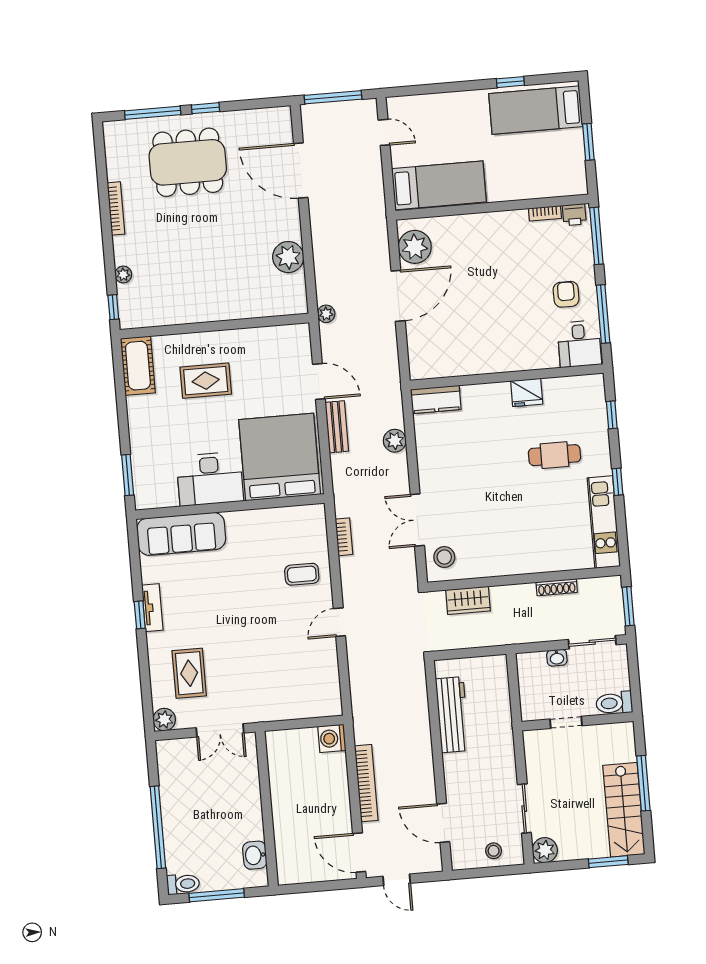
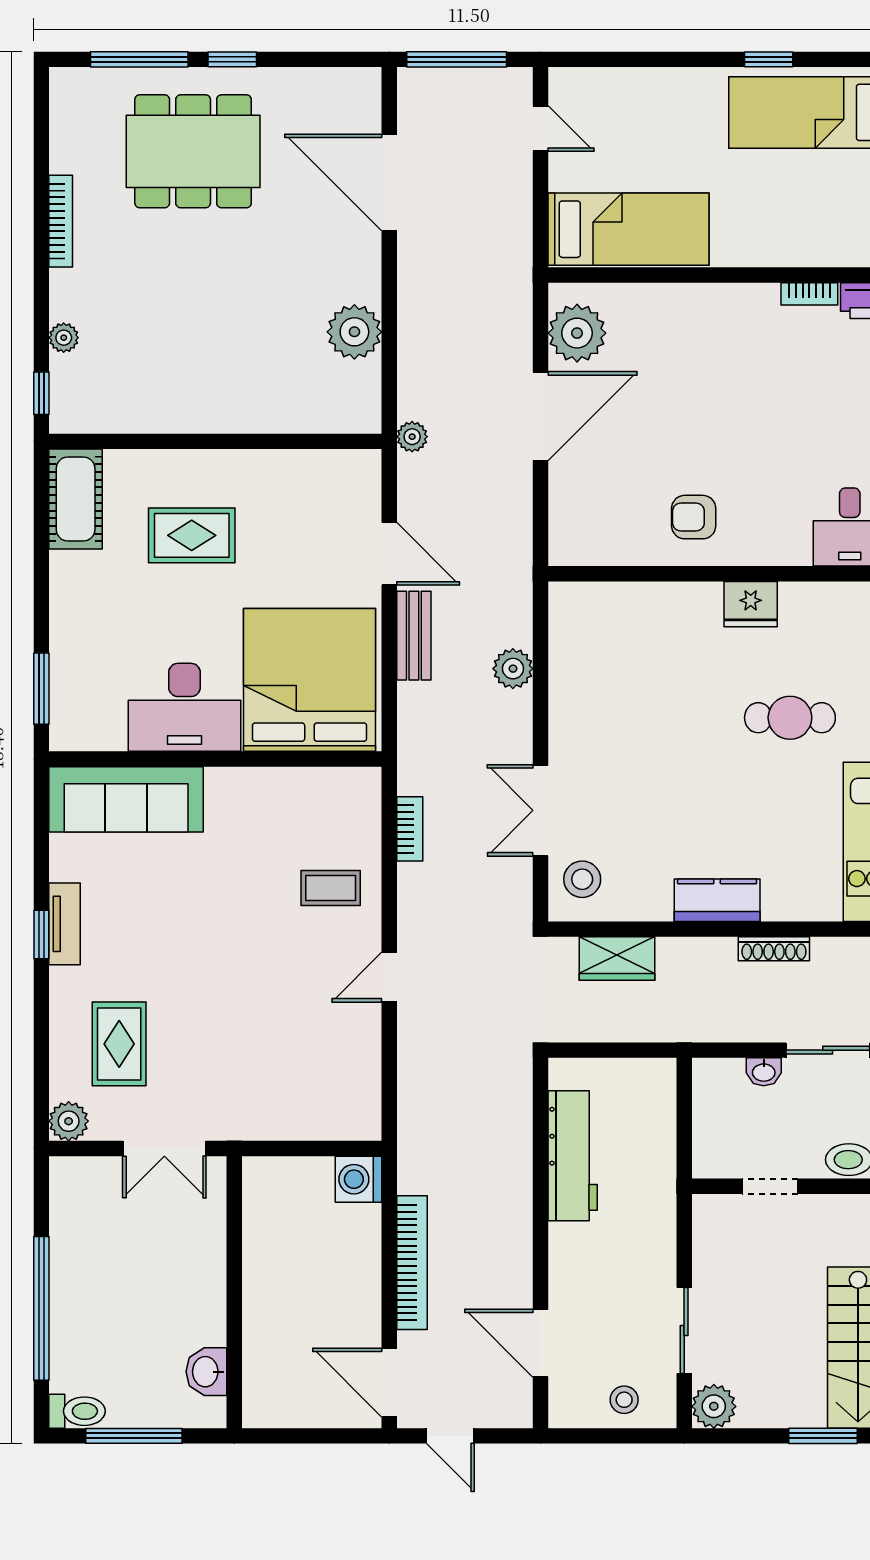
armchair: (566, 294) -> (694, 517), moved, turned -90
kitchen counter: (436, 399) -> (717, 900), moved, turned 180

